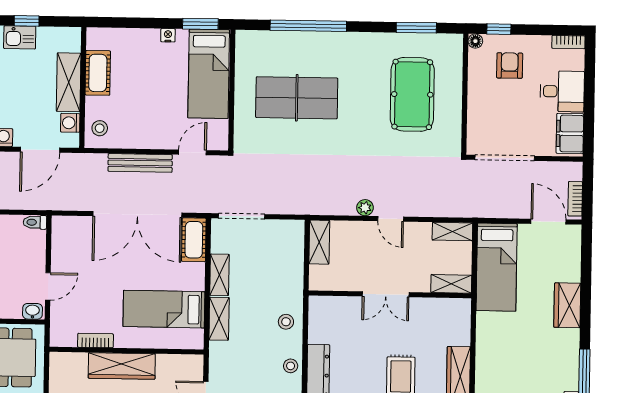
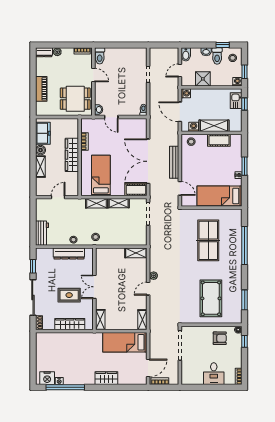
window: (200, 24) -> (245, 166), moved
armchair: (510, 66) -> (220, 338), moved
pool table: (412, 94) -> (211, 298), turned 90
filing cabinet: (570, 134) -> (193, 378), removed
shelving: (451, 284) -> (100, 320), moved
double door: (386, 294) -> (94, 287), moved
wall: (390, 294) -> (94, 289), moved

